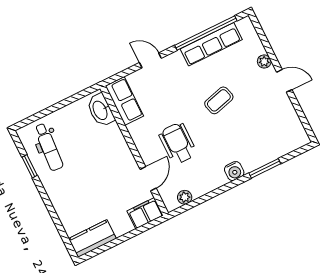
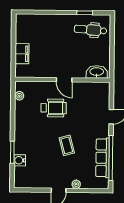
row of seats: (124, 101) -> (95, 89), removed
water cooler: (234, 171) -> (20, 160), moved
door: (148, 179) -> (64, 80), moved
filing cabinet: (145, 213) -> (22, 54), moved
kitchen counter: (92, 239) -> (23, 28), removed

